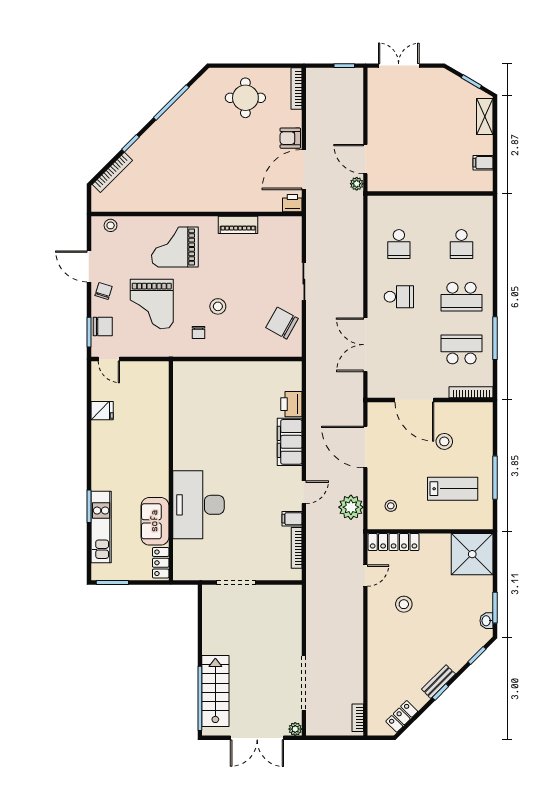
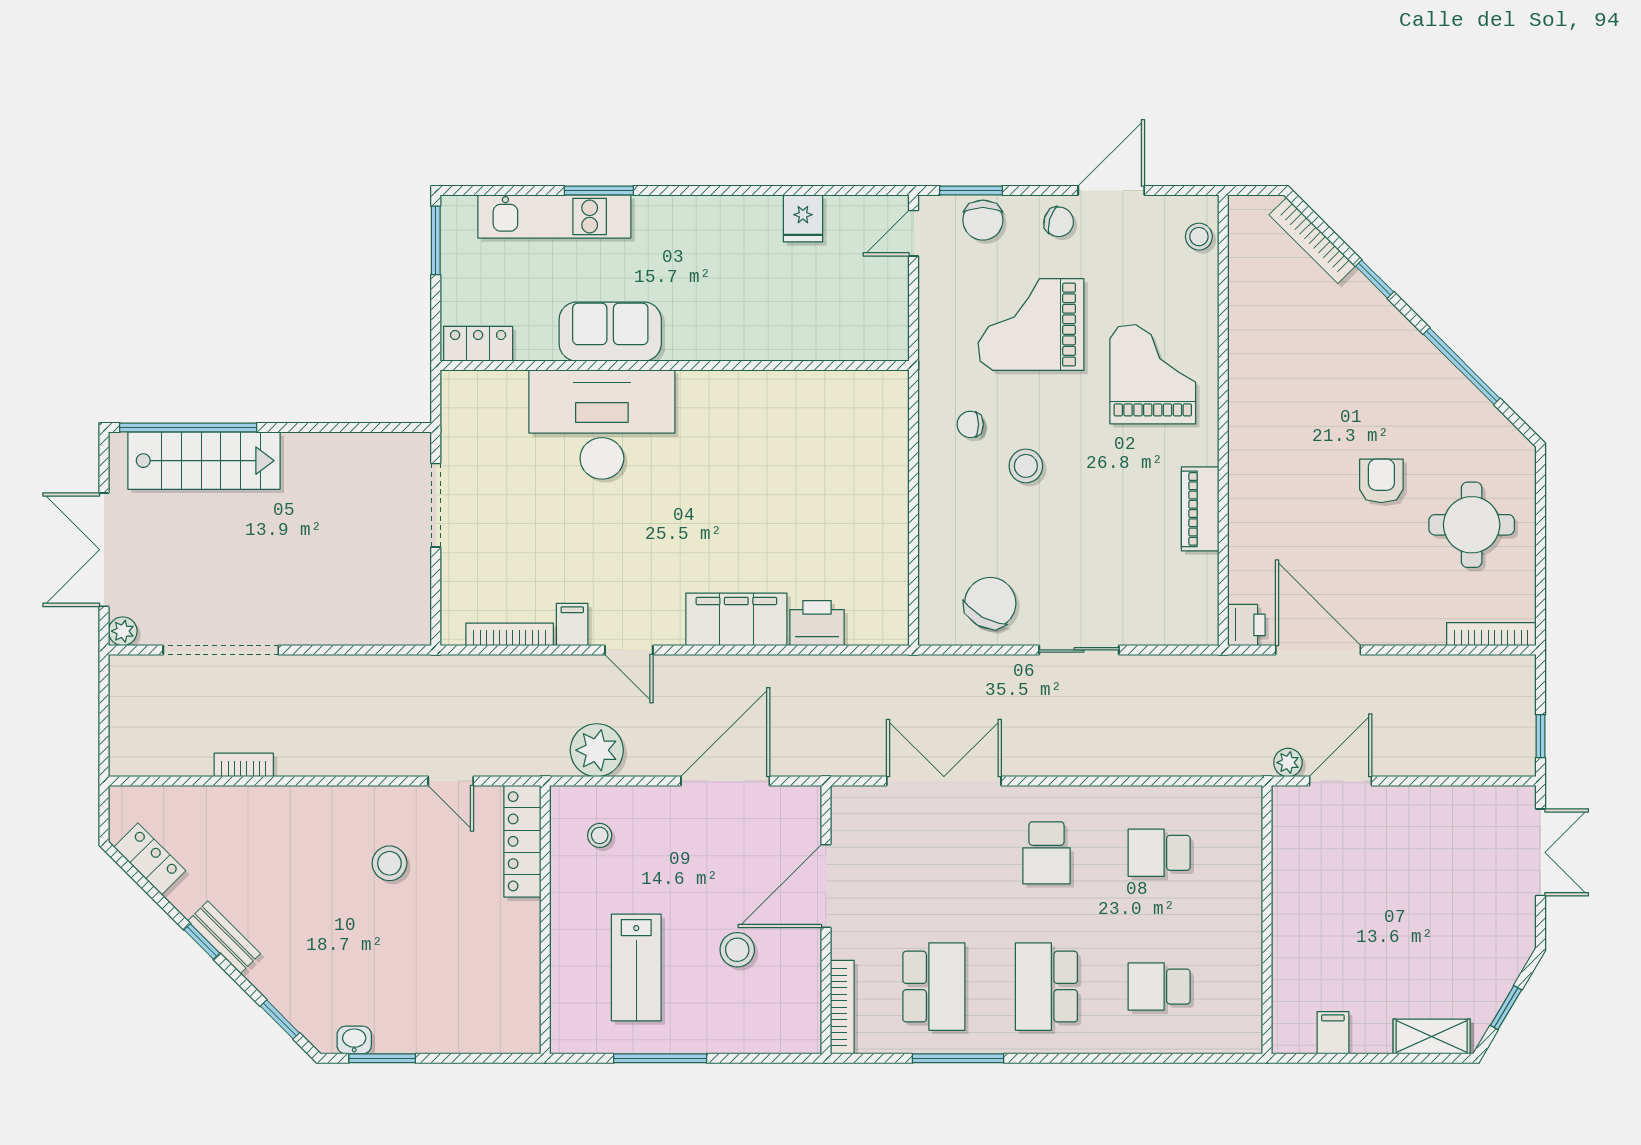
armchair: (290, 138) -> (1381, 481), moved
sofa: (155, 521) -> (610, 332), moved
shower: (472, 554) -> (496, 1009), removed
bookcase: (358, 718) -> (244, 765), moved

